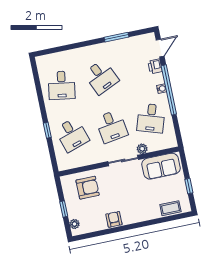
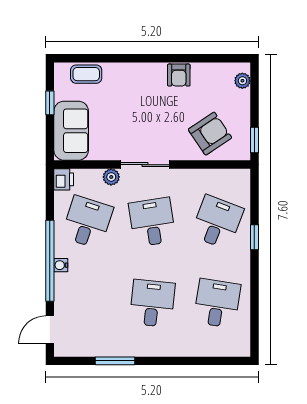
printer: (155, 66) -> (64, 179), moved
desk: (101, 77) -> (152, 303), turned 30
desk: (72, 135) -> (217, 222), turned 39
sofa: (161, 166) -> (71, 131), moved, turned 90
armchair: (88, 188) -> (210, 134), turned 146
window: (64, 209) -> (254, 140), moved

